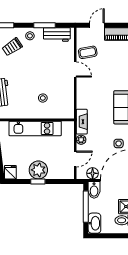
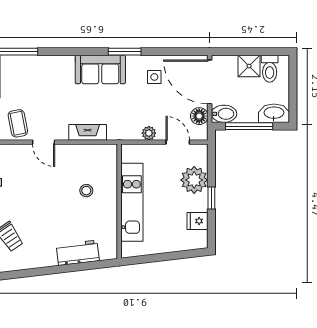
door: (75, 70) -> (44, 142), swing flipped
fireplace: (82, 122) -> (88, 132), moved
plant: (38, 170) -> (194, 180), moved
fridge: (10, 172) -> (197, 221), moved

